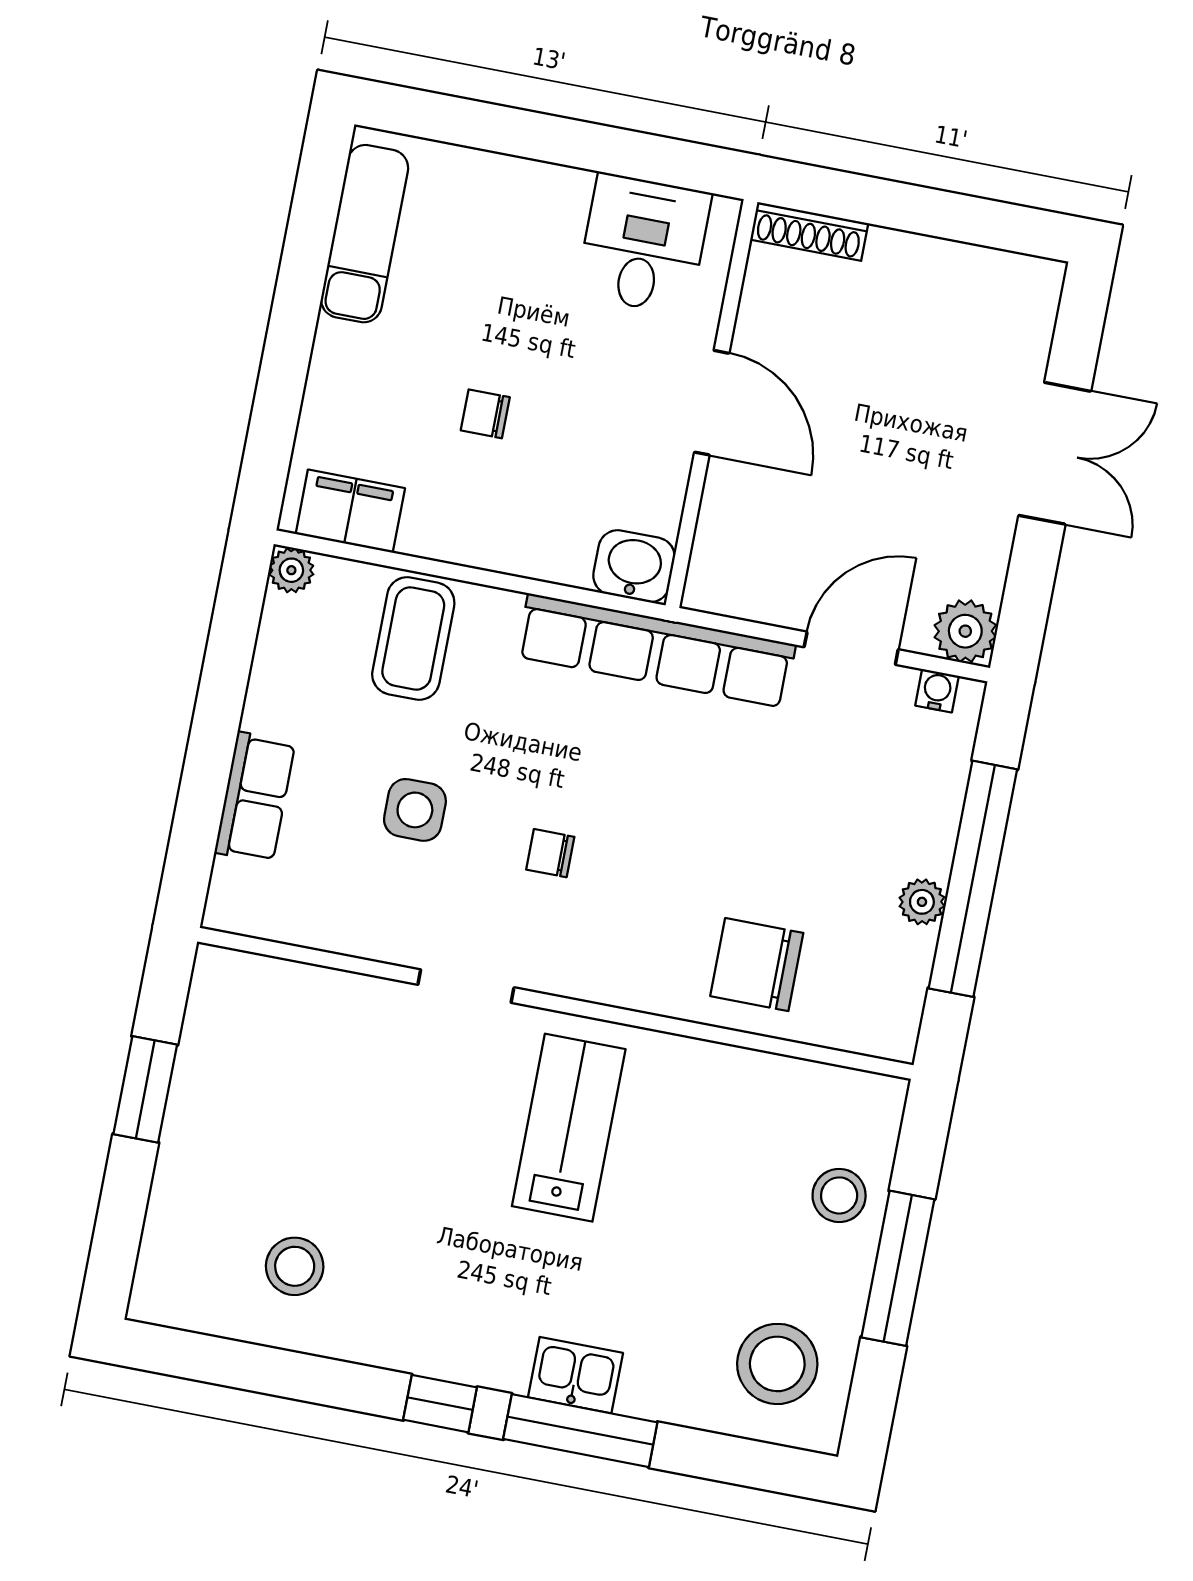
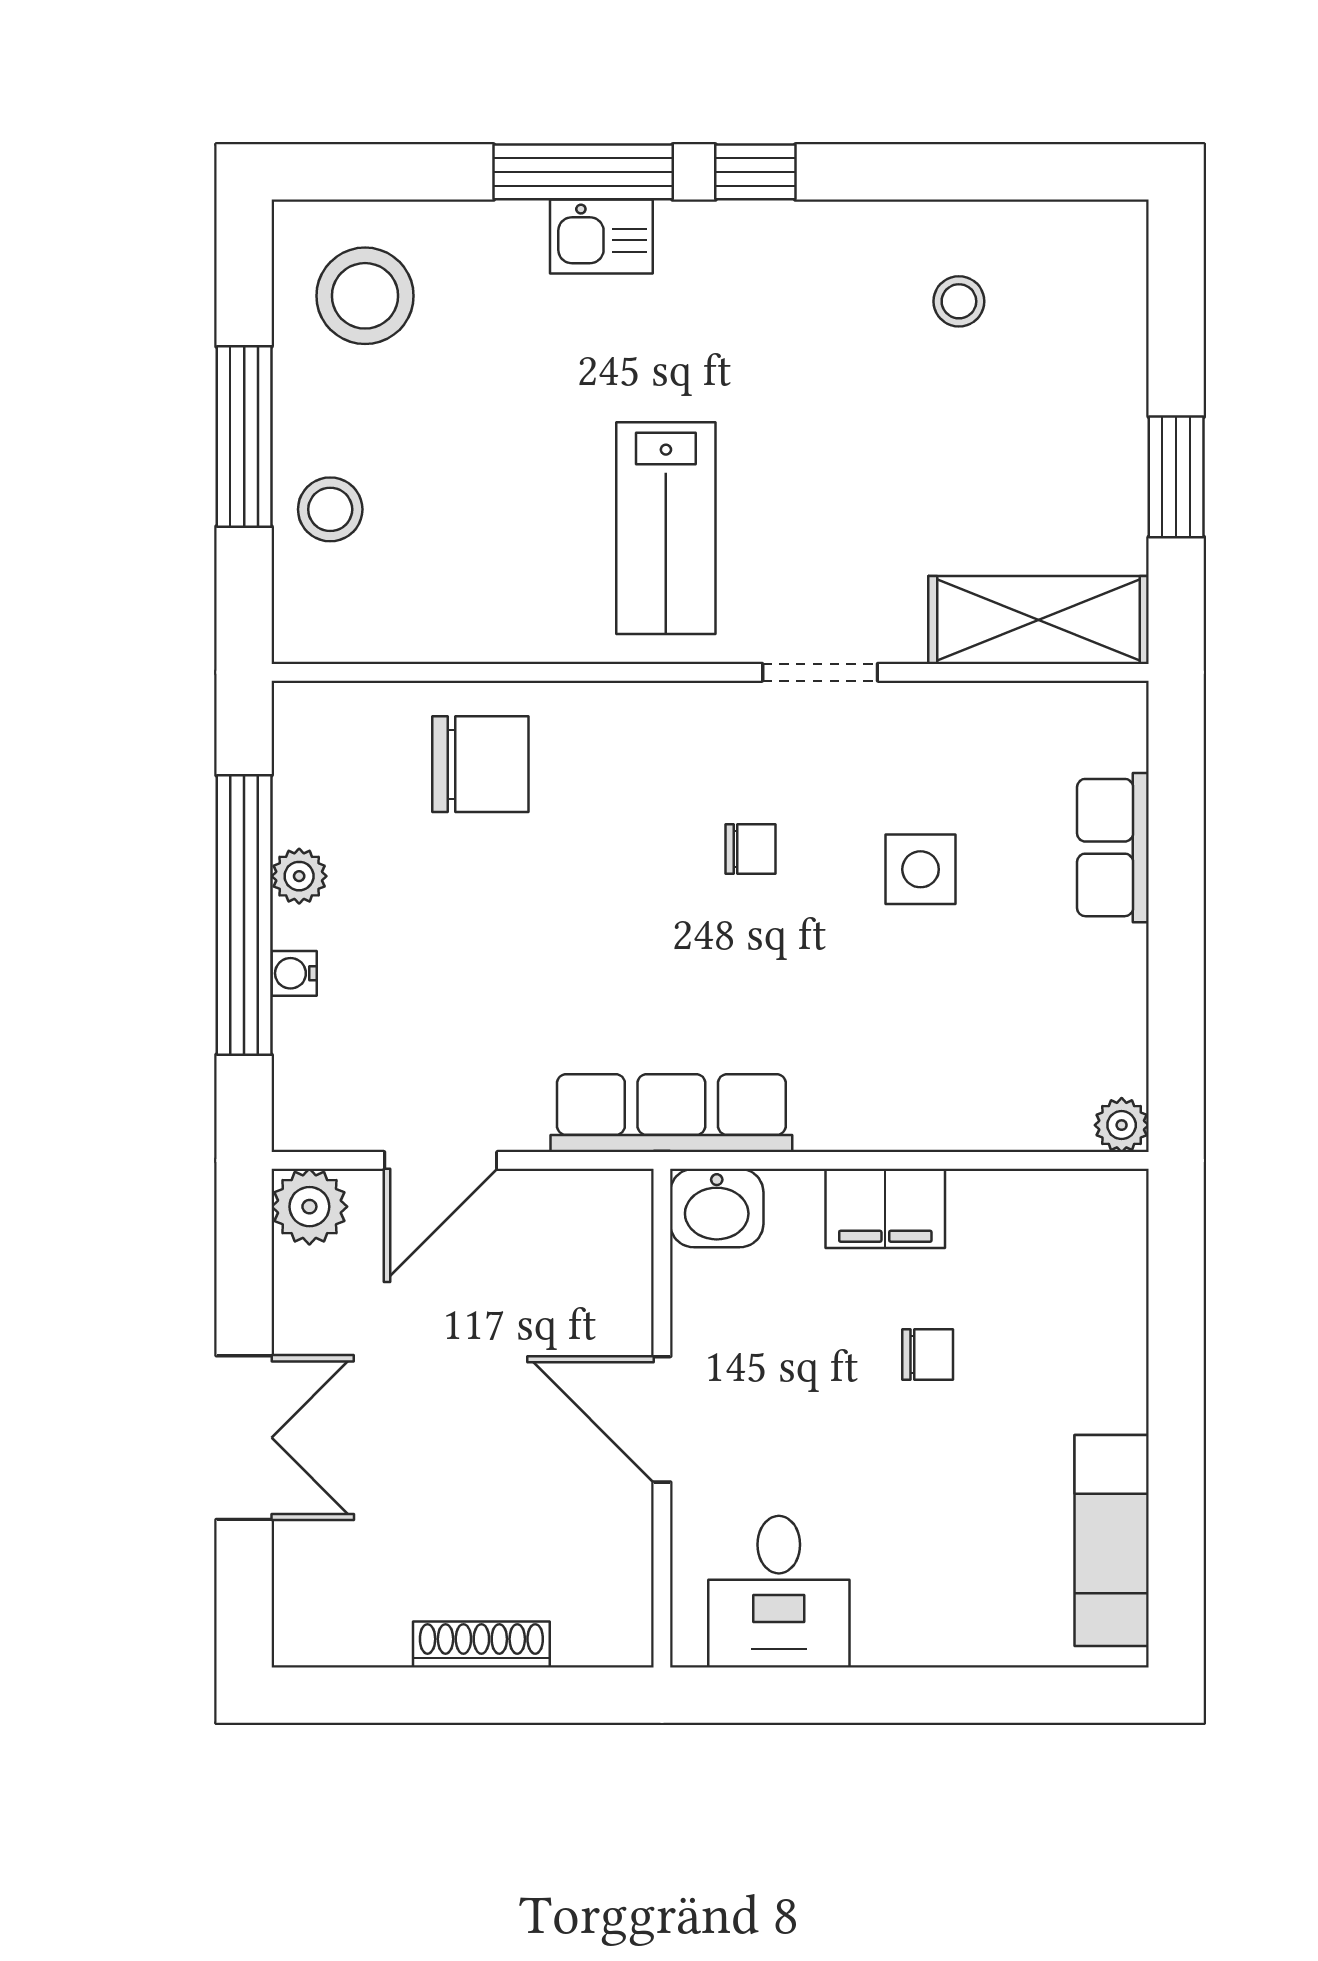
shoe rack: (809, 231) -> (481, 1645), moved
double door: (1055, 453) -> (244, 1438), swing flipped
filing cabinet: (350, 511) -> (885, 1208), moved
coffee table: (413, 638) -> (962, 1072), removed
row of seats: (656, 651) -> (671, 1113), width x0.73
water cooler: (937, 691) -> (294, 973), moved, turned 90
shelving: (280, 994) -> (1039, 620), added
stool: (295, 1266) -> (959, 301), width x0.73, depth x0.73

